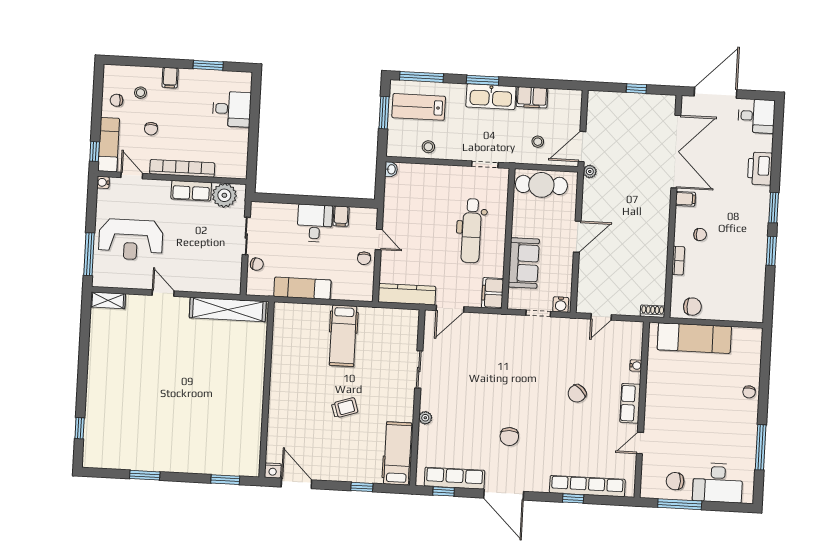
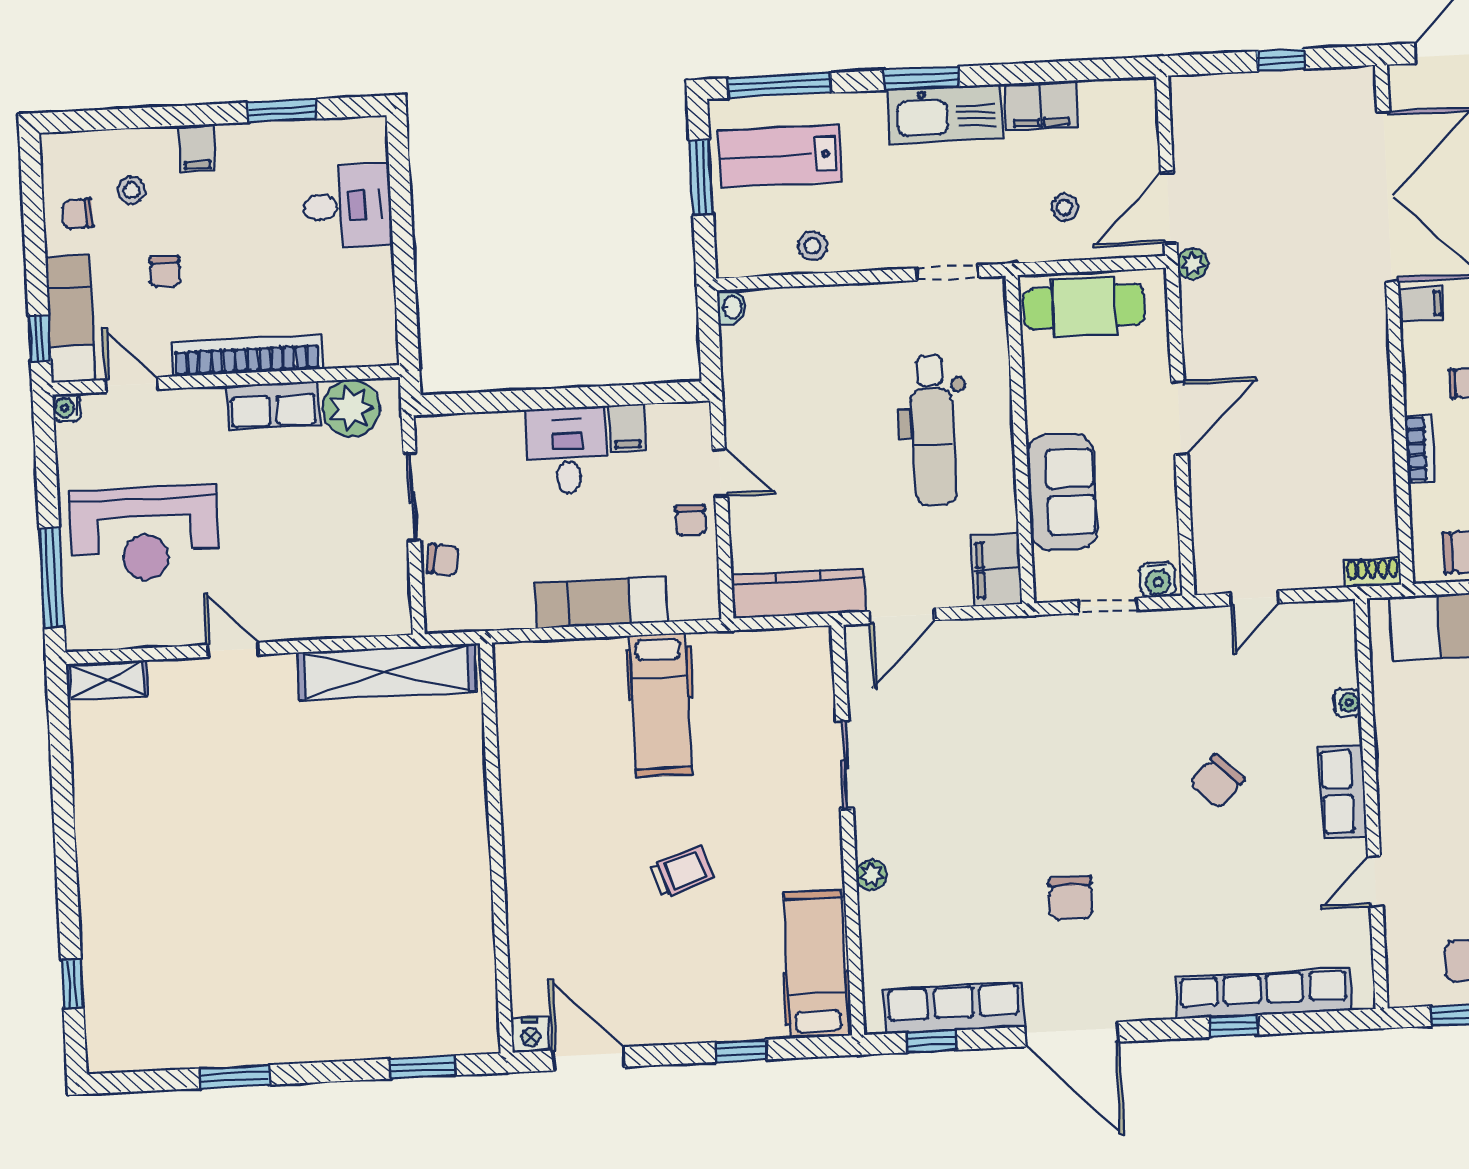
exam couch: (302, 288) -> (601, 602), moved

